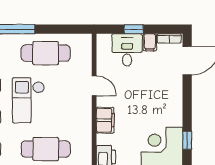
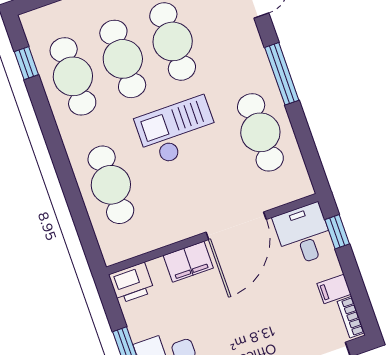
window: (134, 29) -> (337, 232), moved
desk: (127, 50) -> (304, 234), moved, turned -90
door: (94, 86) -> (236, 226), width x1.88

